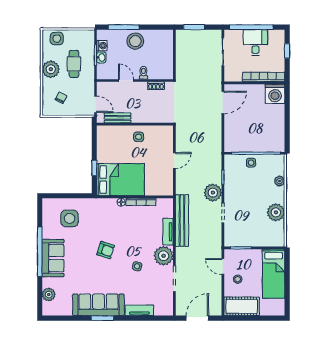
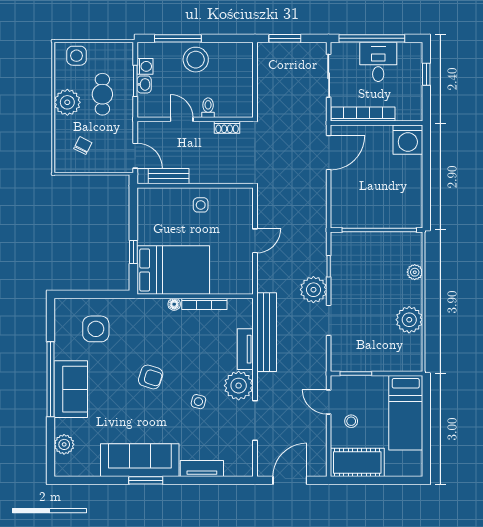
bookcase: (264, 77) -> (363, 114), moved
side table: (251, 163) -> (371, 244), removed

